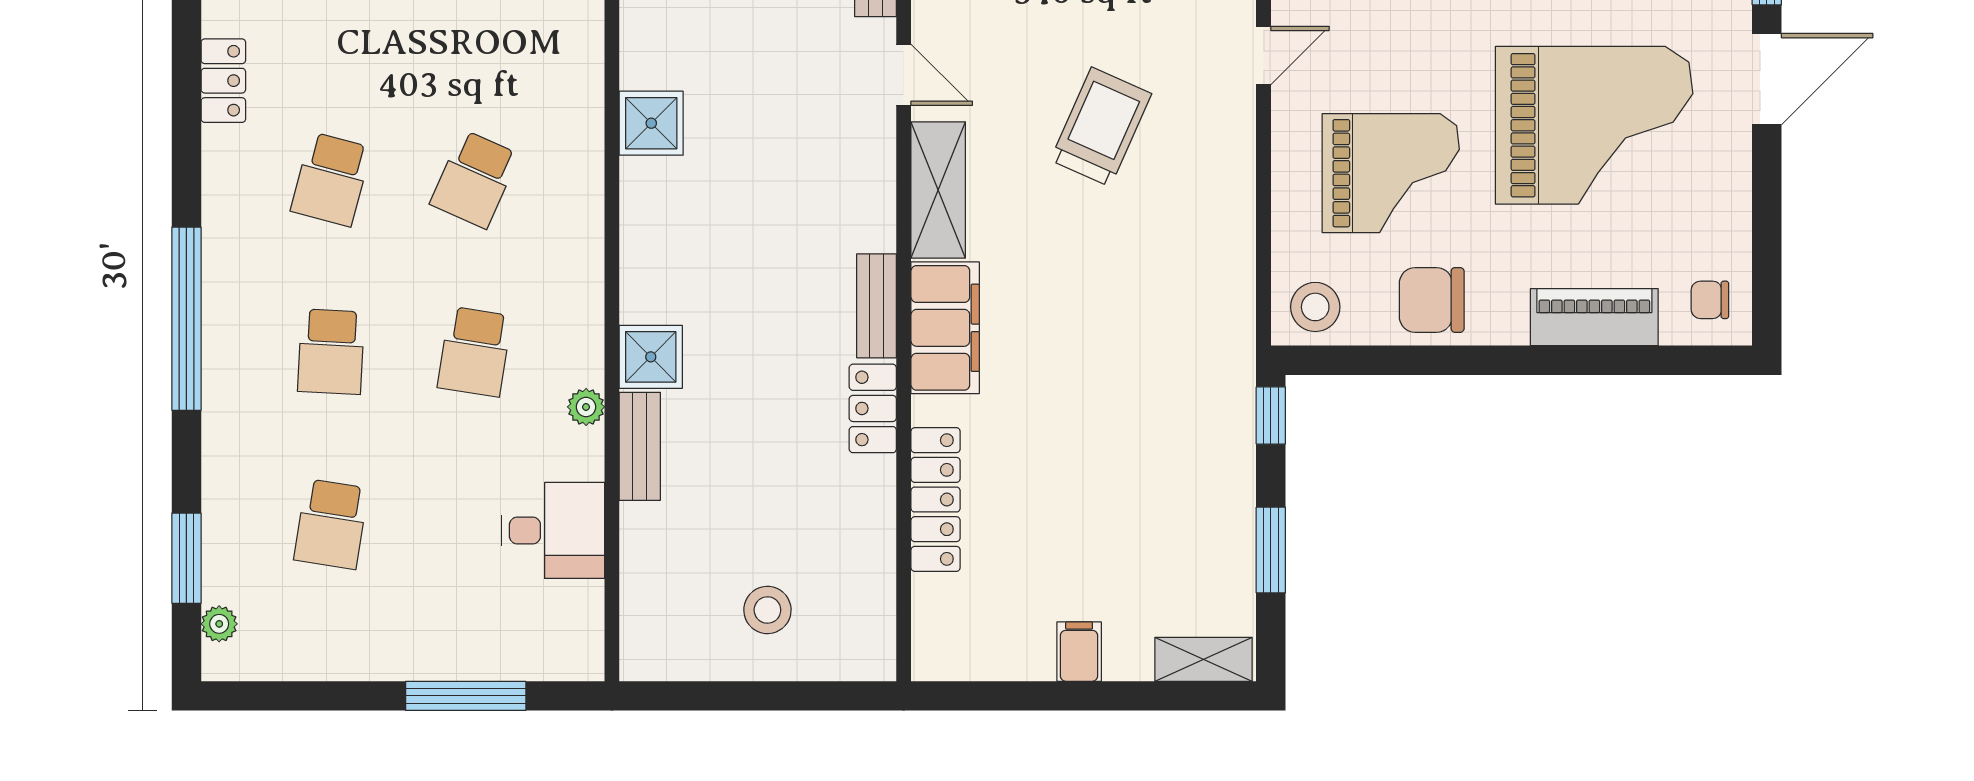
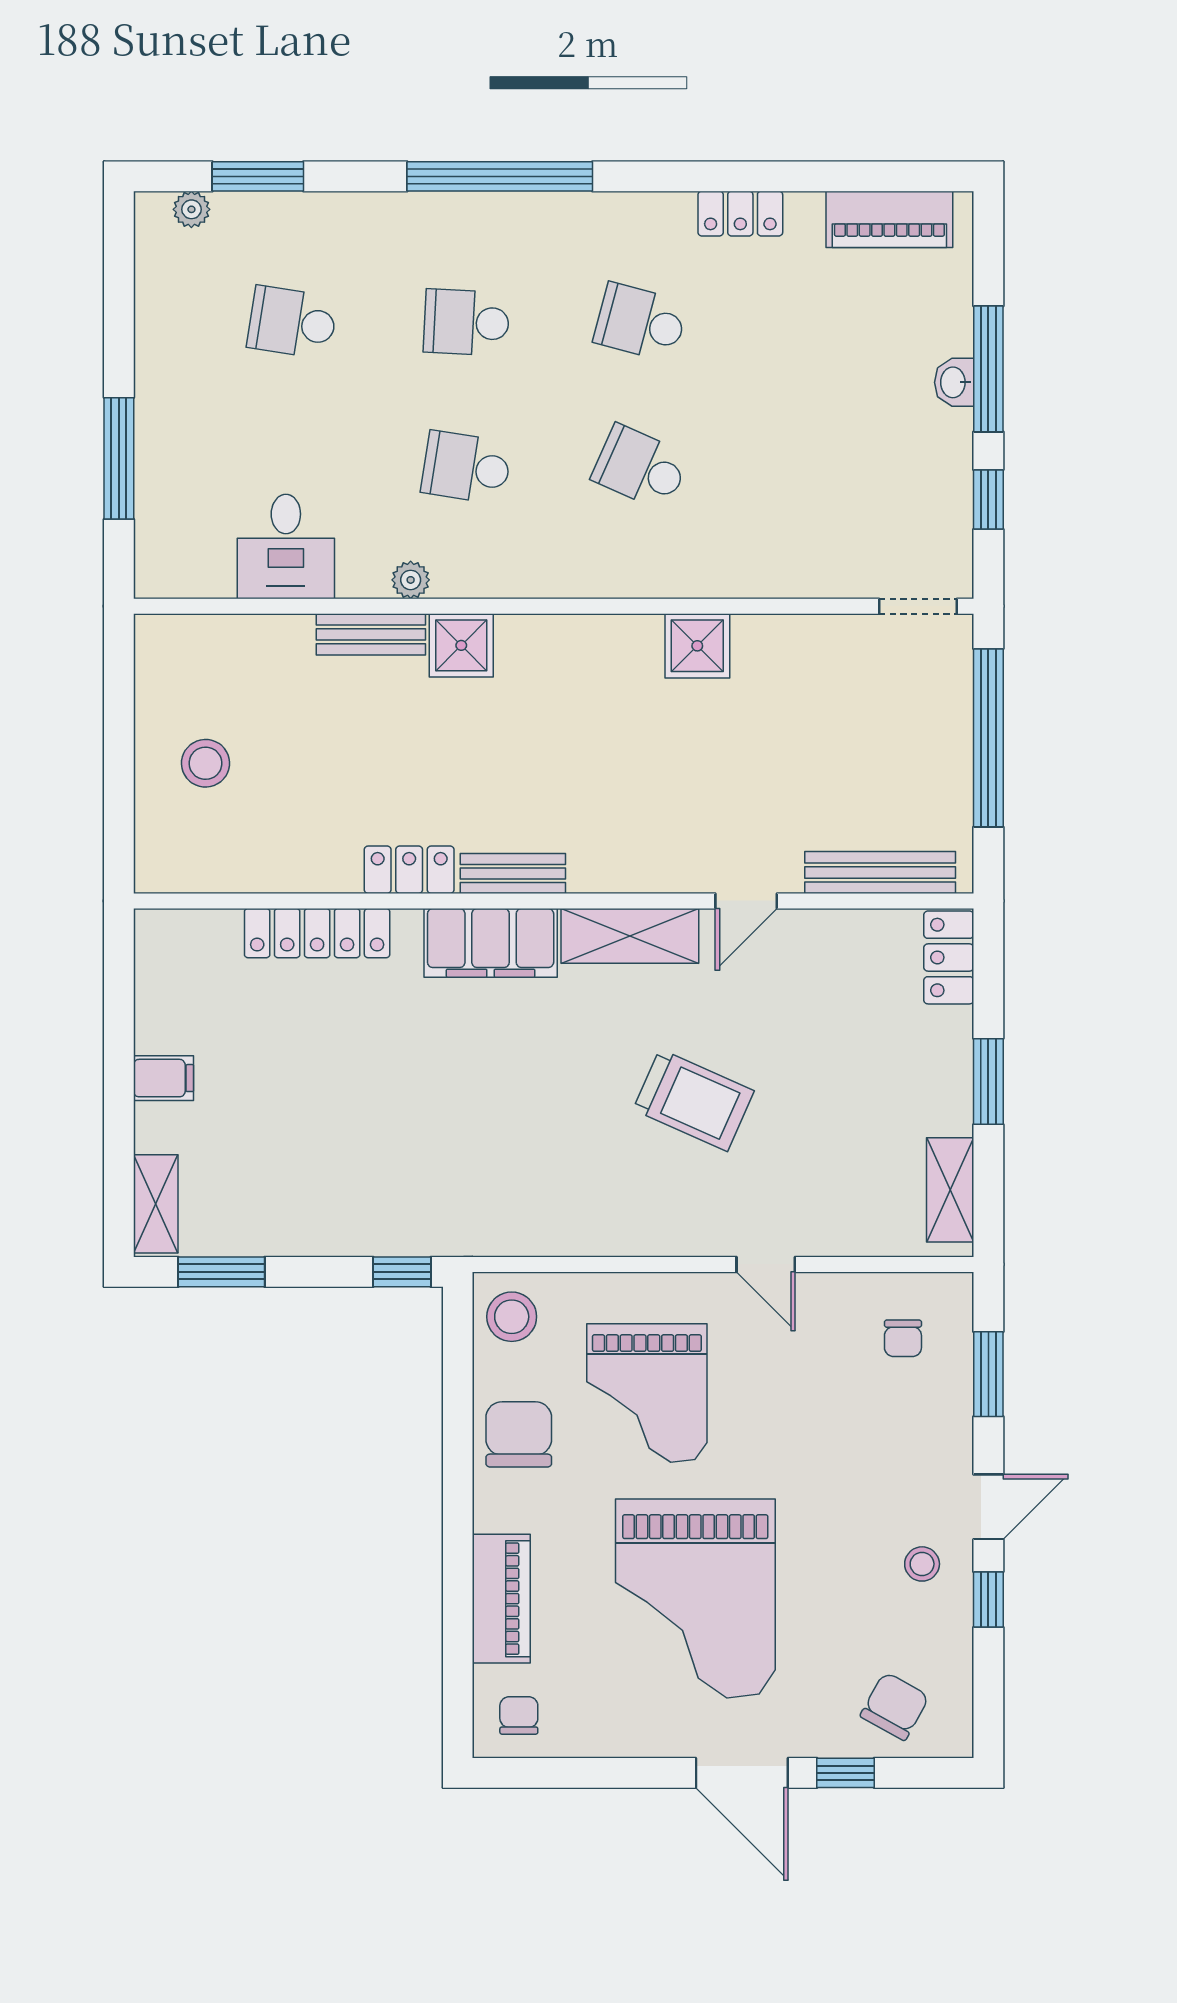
window: (1271, 550) -> (221, 1272), moved

